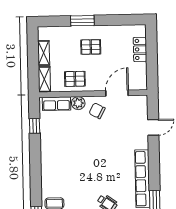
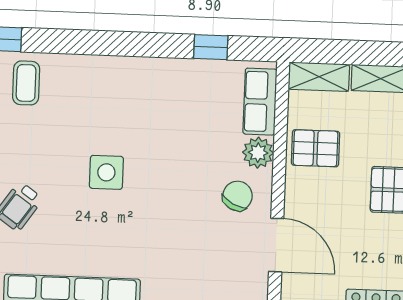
pallet: (75, 79) -> (315, 148), turned 90
side table: (90, 167) -> (106, 172), added

